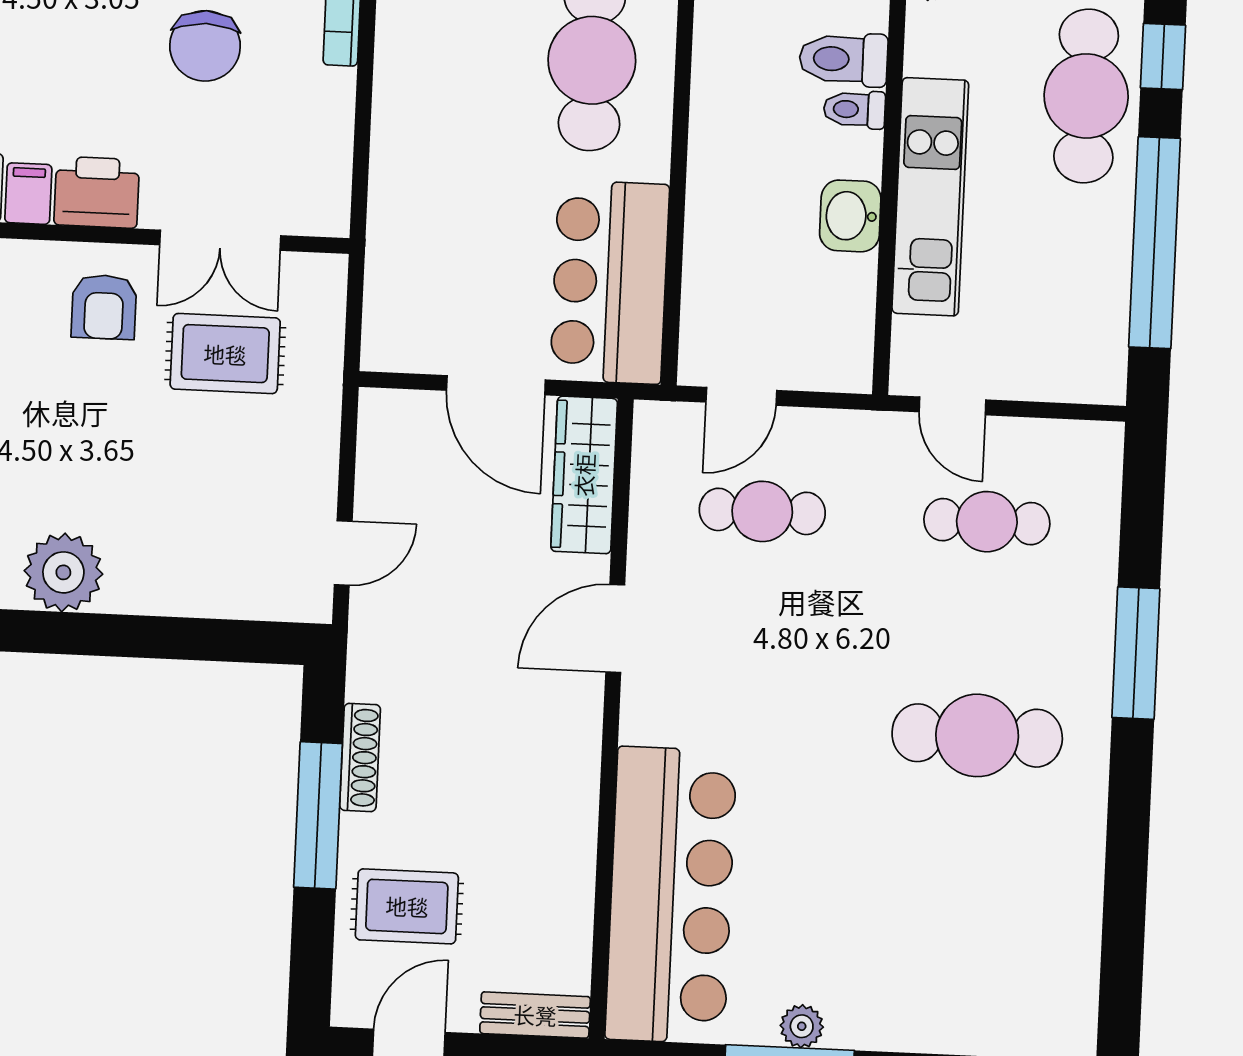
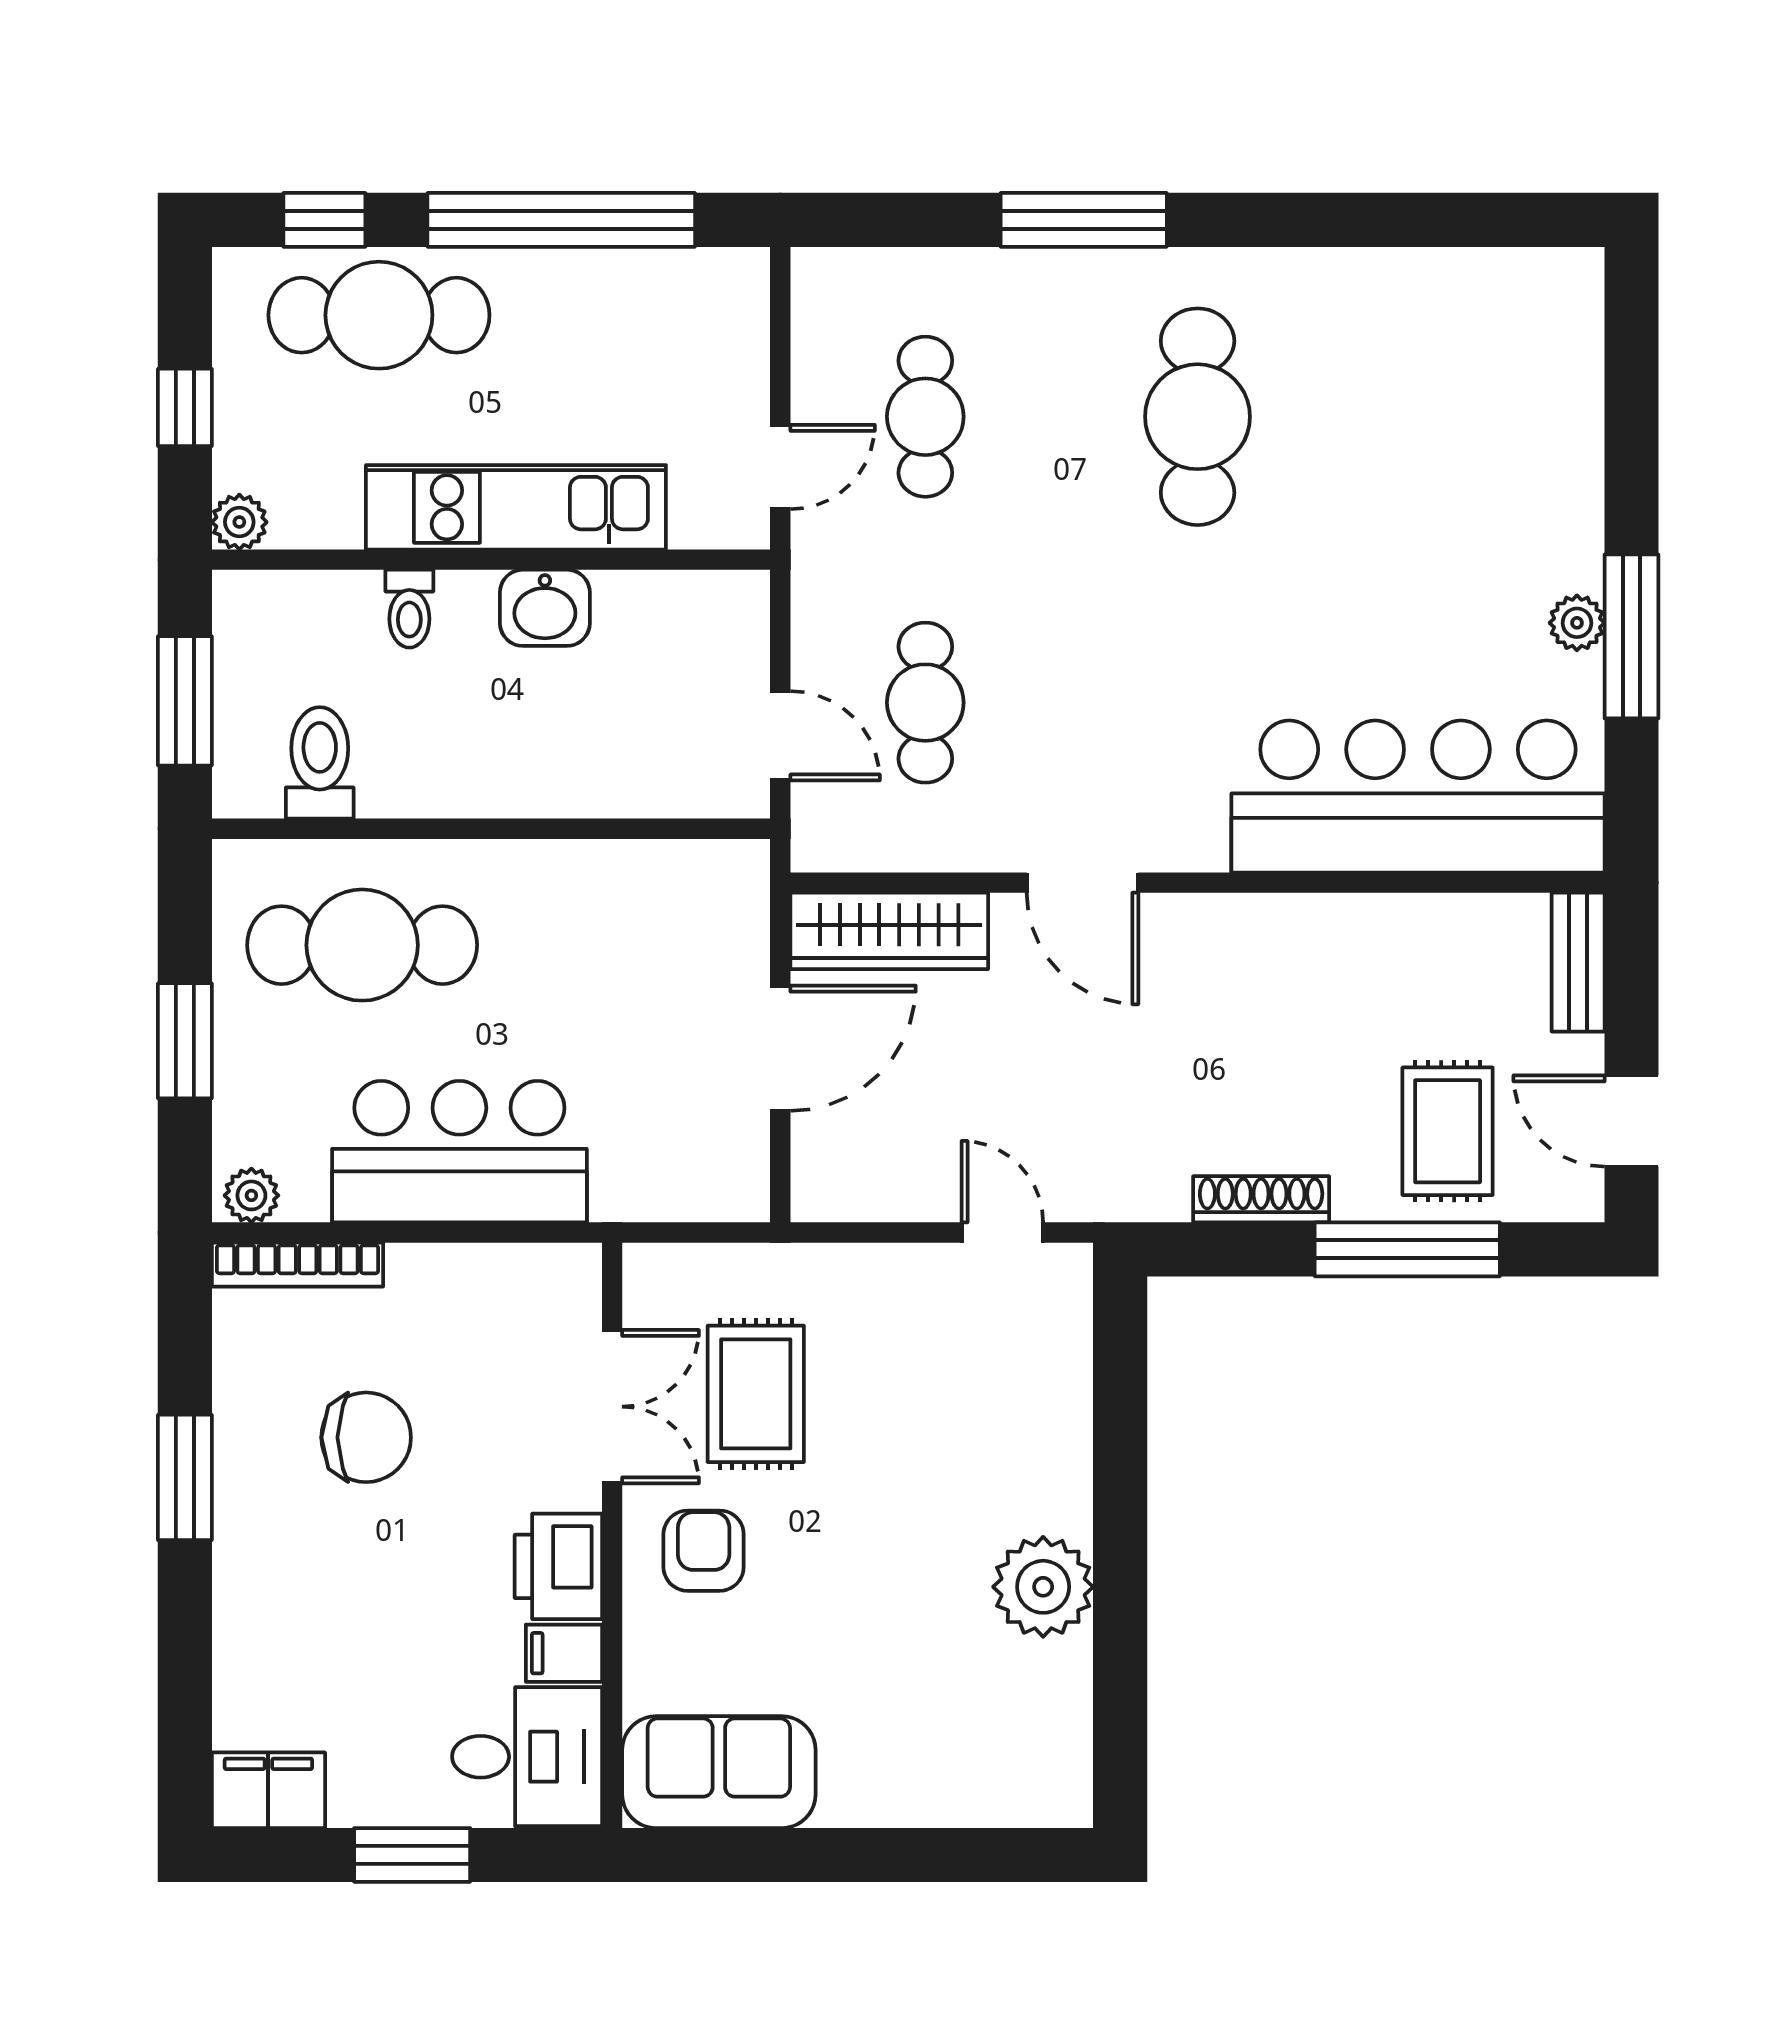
toilet: (843, 59) -> (320, 763), moved, turned 180
bar counter: (610, 282) -> (459, 1152), moved, turned 180
armchair: (104, 307) -> (704, 1551), turned -90
window: (318, 815) -> (1407, 1249), moved

